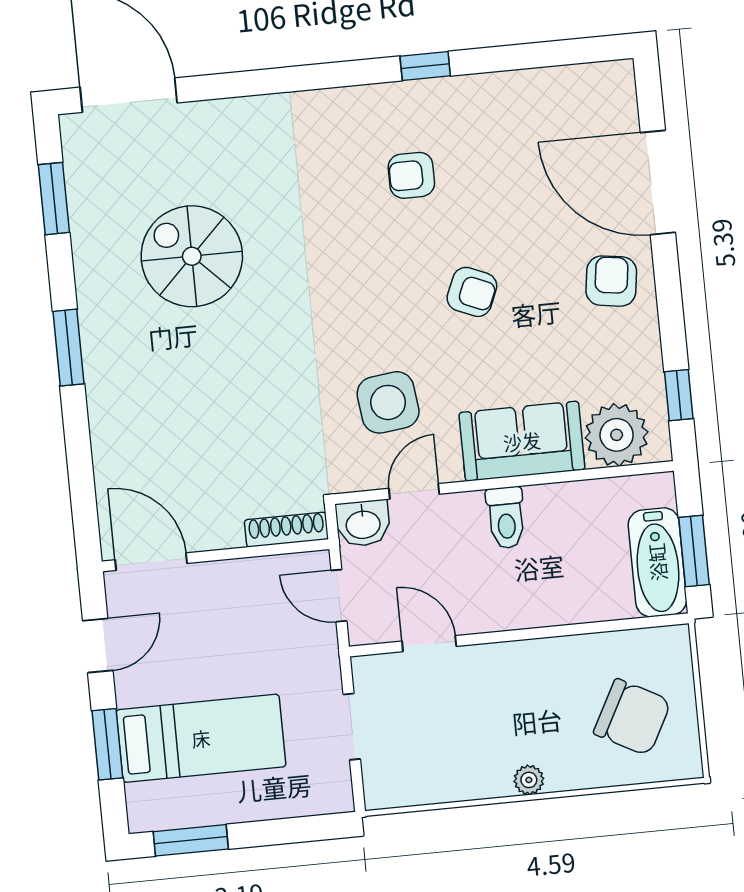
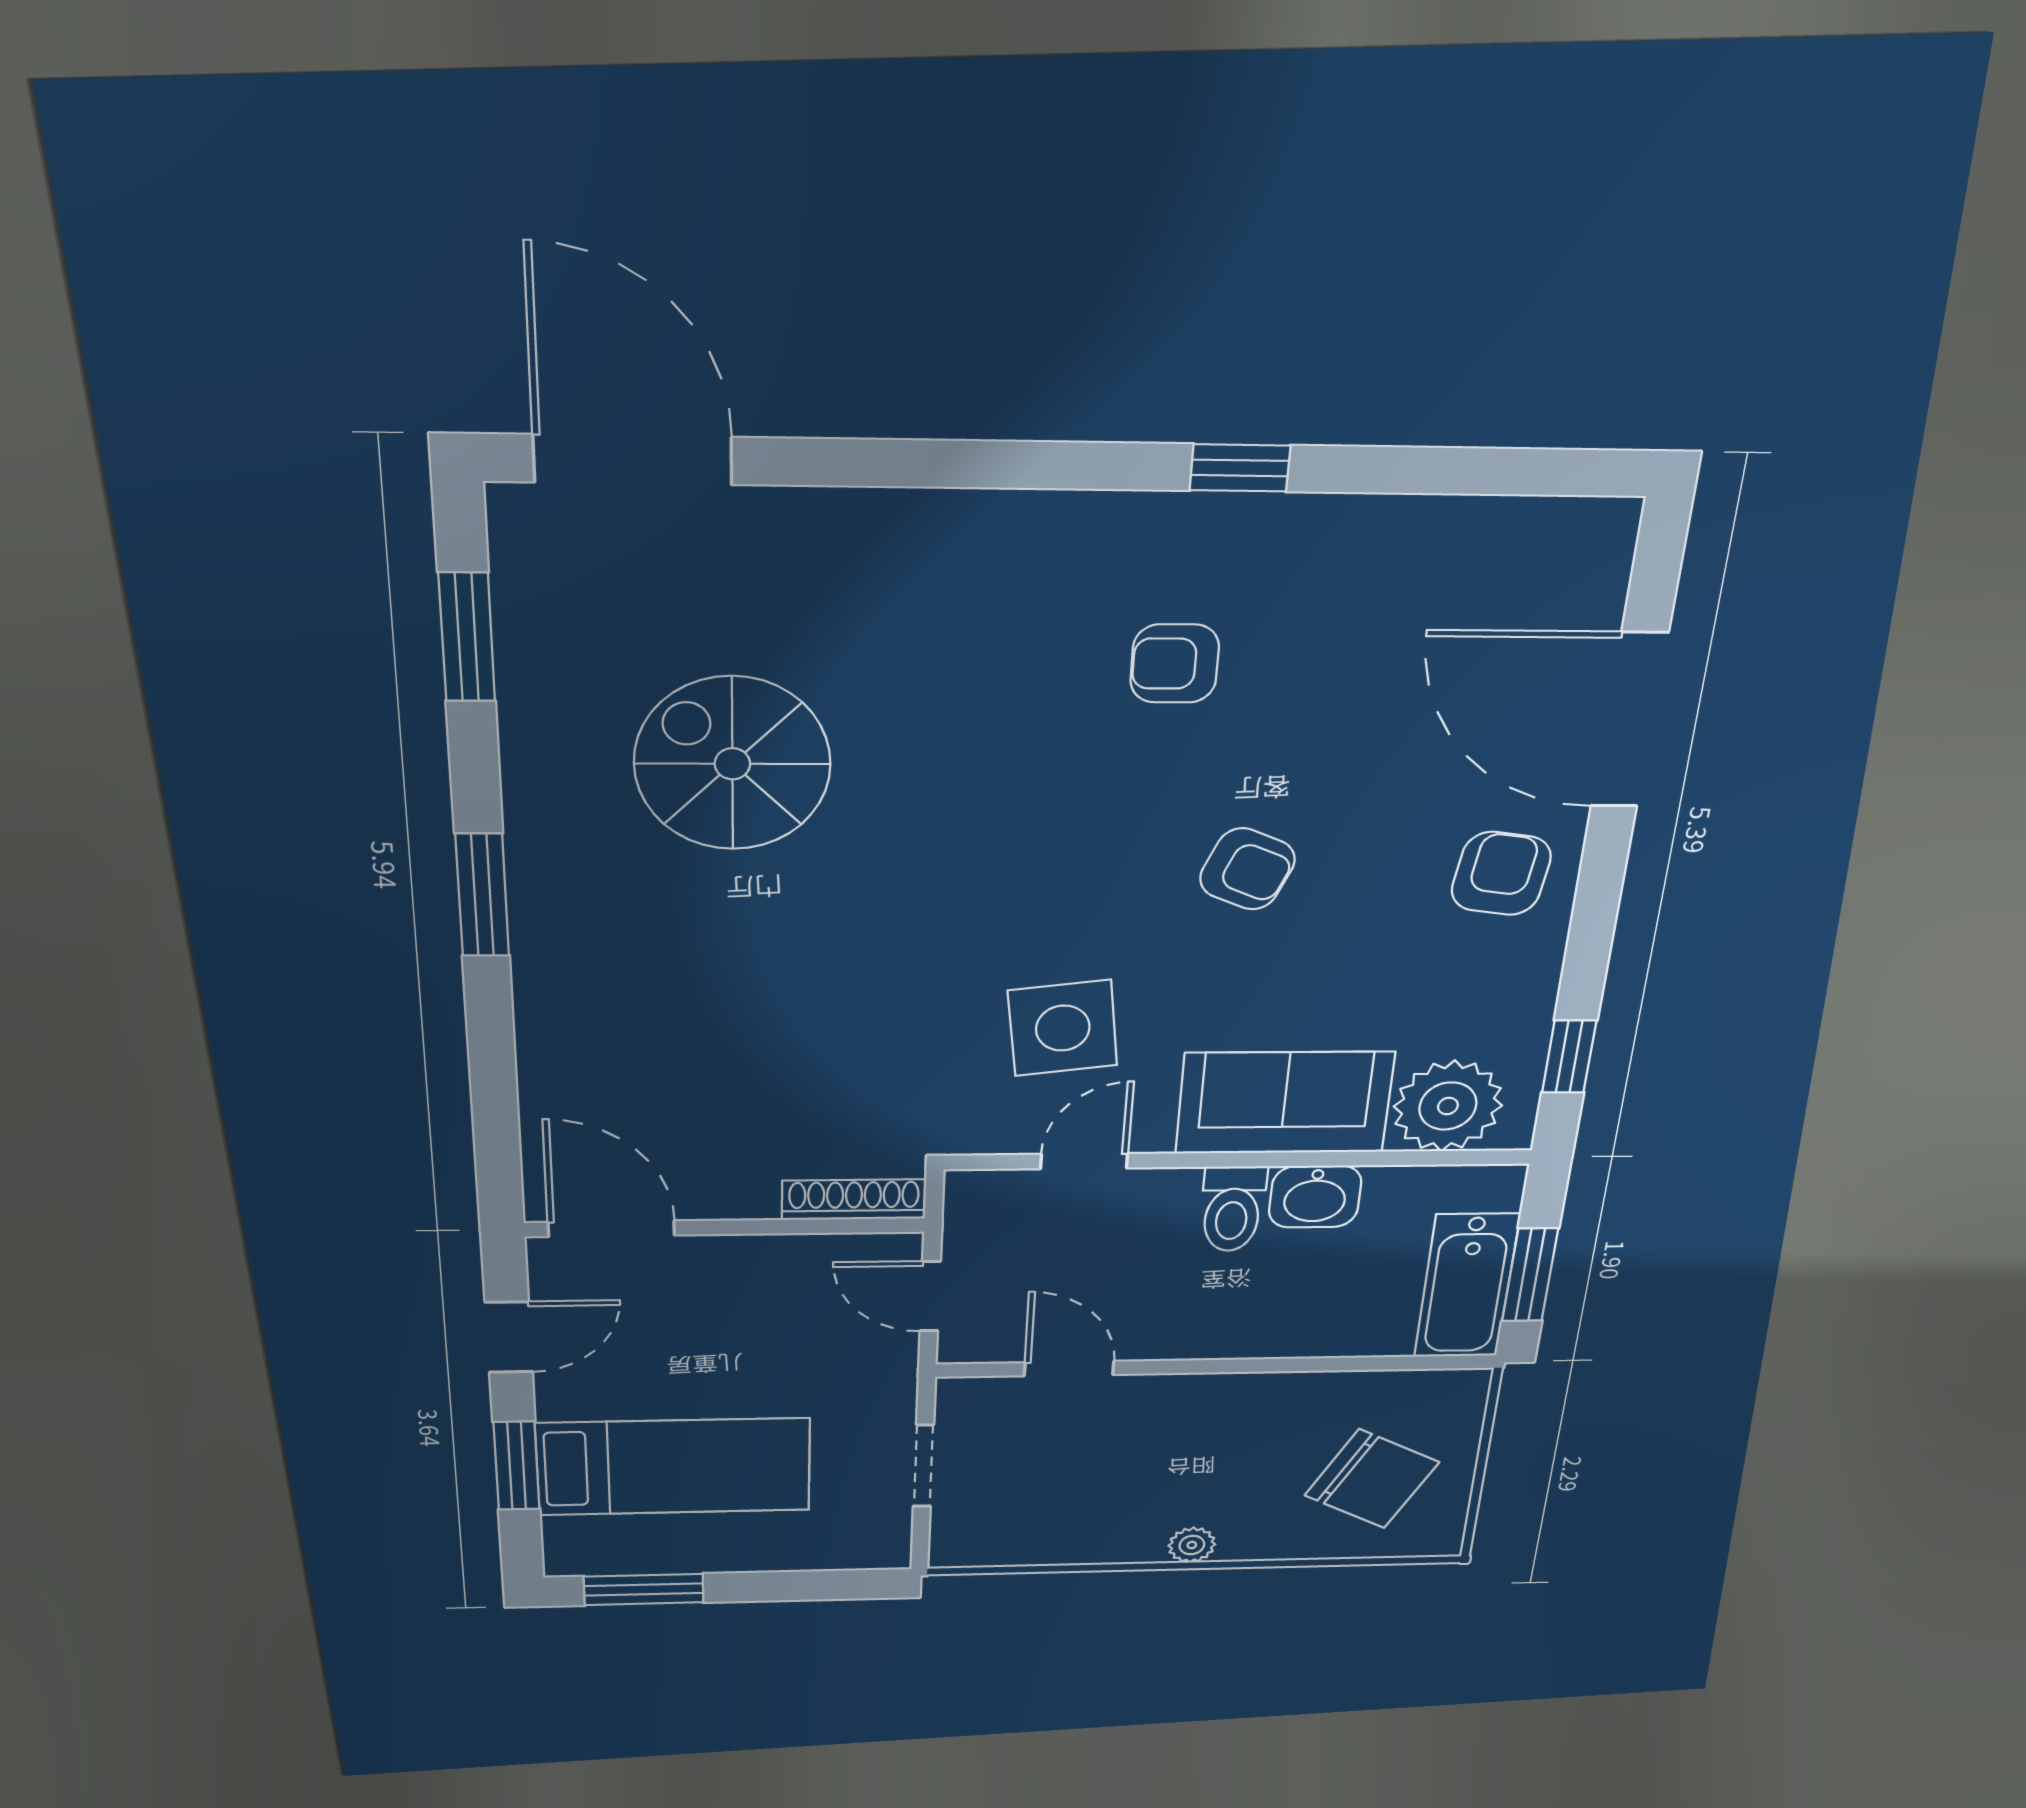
washbasin: (363, 523) -> (1315, 1197), moved

